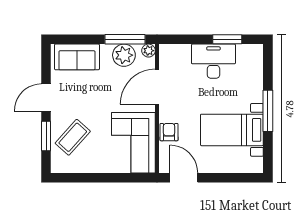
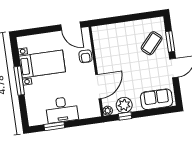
window: (125, 39) -> (125, 116), width x0.46
corner sofa: (133, 143) -> (109, 45), removed

